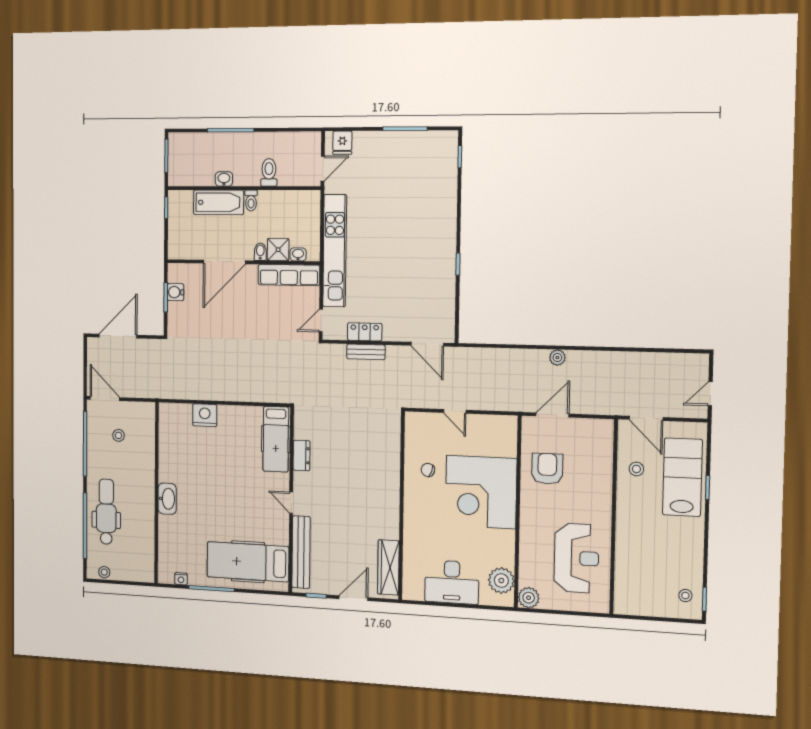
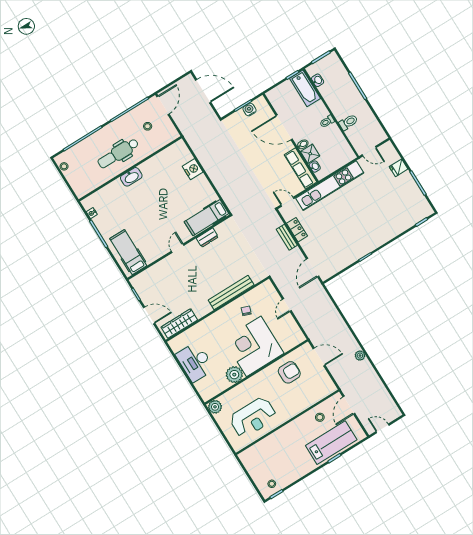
fridge: (342, 143) -> (399, 168), moved
washbasin: (224, 179) -> (318, 80), moved
bathtub: (219, 202) -> (305, 88), moved
plant: (557, 358) -> (360, 356), moved
dental chair: (106, 512) -> (118, 153), moved, turned 180
bench: (301, 552) -> (231, 292), moved
hospital bed: (248, 562) -> (128, 252), width x0.73, depth x0.78
plant: (501, 581) -> (234, 375), moved

